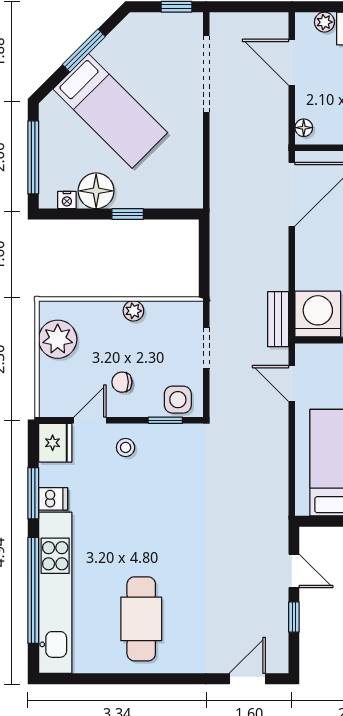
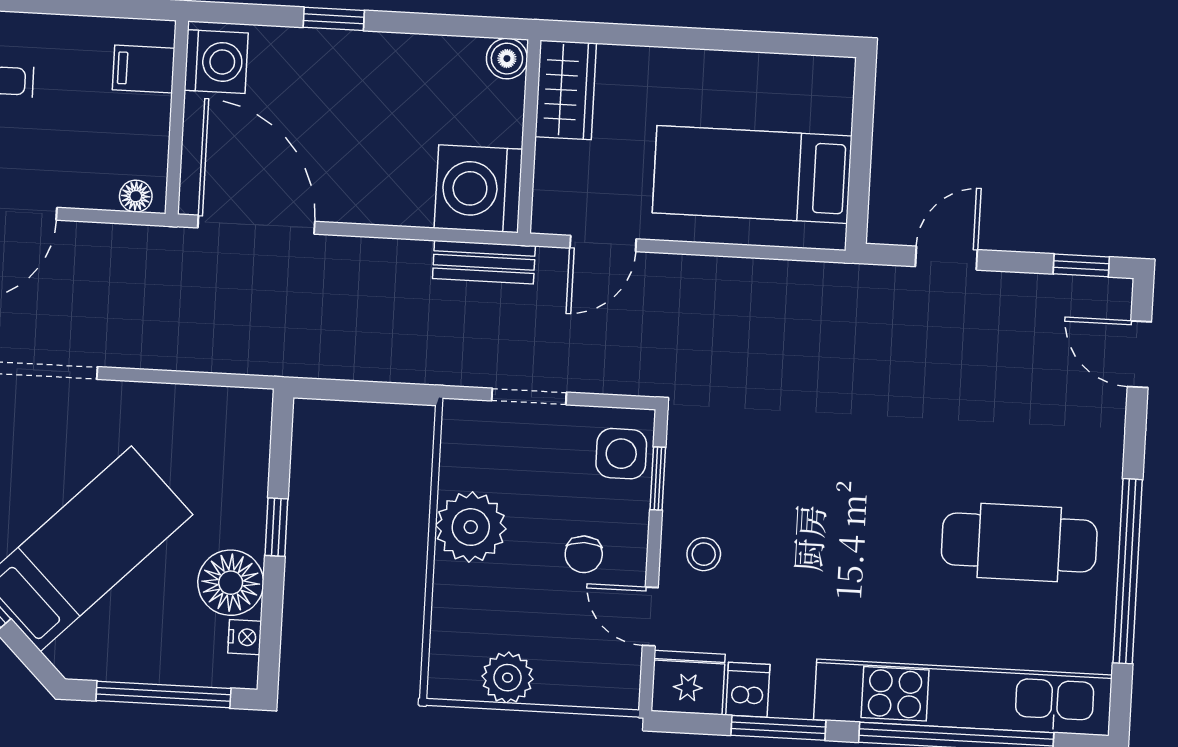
plant: (133, 311) -> (471, 527), width x1.88, depth x1.88
plant: (58, 339) -> (508, 678), width x0.73, depth x0.73
dishwasher: (53, 499) -> (748, 690), moved
window: (294, 617) -> (1081, 265), moved
window: (129, 679) -> (1128, 571), added

